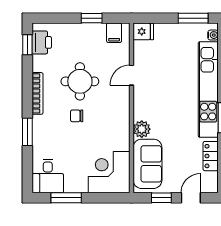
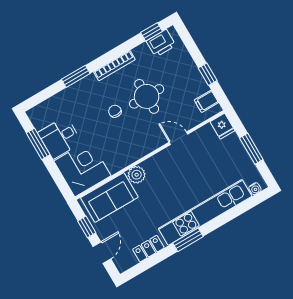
window: (193, 18) -> (251, 149), moved
desk: (48, 176) -> (60, 138), moved
door: (191, 198) -> (102, 253), hinge flipped

